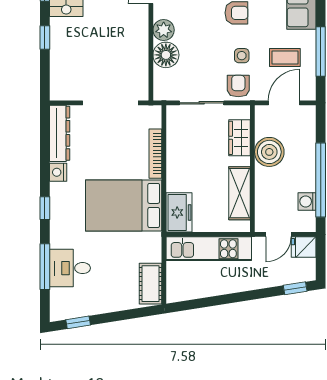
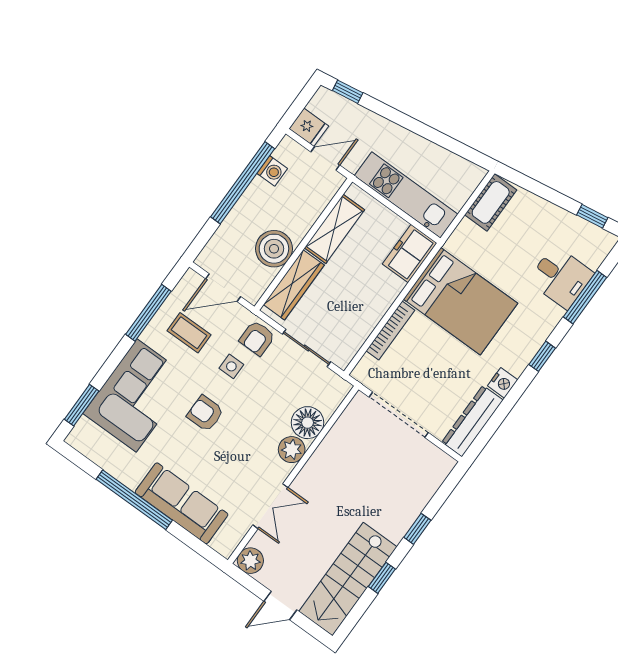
wardrobe: (240, 138) -> (294, 285), width x1.50

